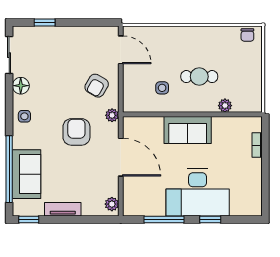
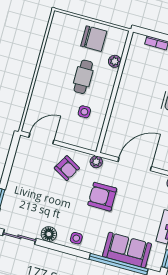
chair: (247, 35) -> (94, 39), moved, width x1.87, depth x1.87
sofa: (188, 130) -> (127, 100), removed

